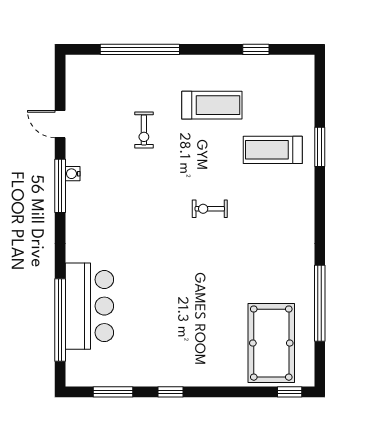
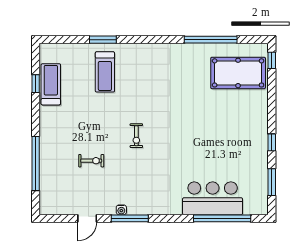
treadmill: (212, 105) -> (51, 84), moved
exercise bike: (210, 209) -> (136, 136), moved

